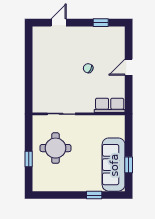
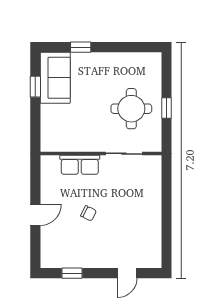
row of seats: (110, 105) -> (80, 165), moved
window: (29, 159) -> (166, 108), moved
sofa: (114, 165) -> (55, 78), width x0.73

